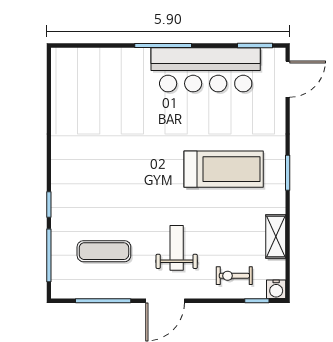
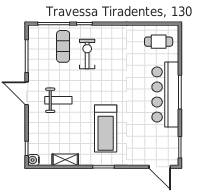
bar counter: (206, 70) -> (165, 94), moved
cafe table: (79, 81) -> (159, 42), added
exercise mat: (104, 251) -> (63, 46), moved
exercise bike: (234, 276) -> (87, 54), moved, width x1.38, depth x1.39

